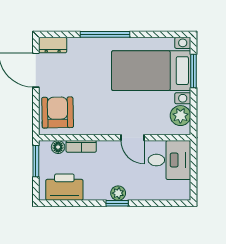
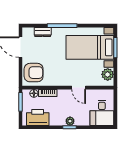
dresser: (53, 45) -> (43, 32), moved
armchair: (58, 112) -> (34, 73), turned 91
desk: (169, 160) -> (102, 113), moved, turned 90

